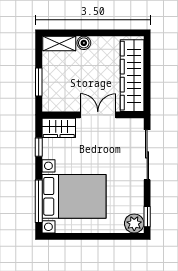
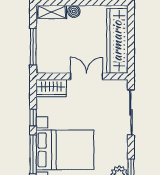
window: (39, 82) -> (33, 47), width x1.44
window: (39, 147) -> (33, 118), moved

